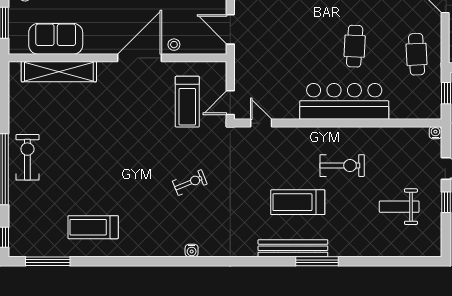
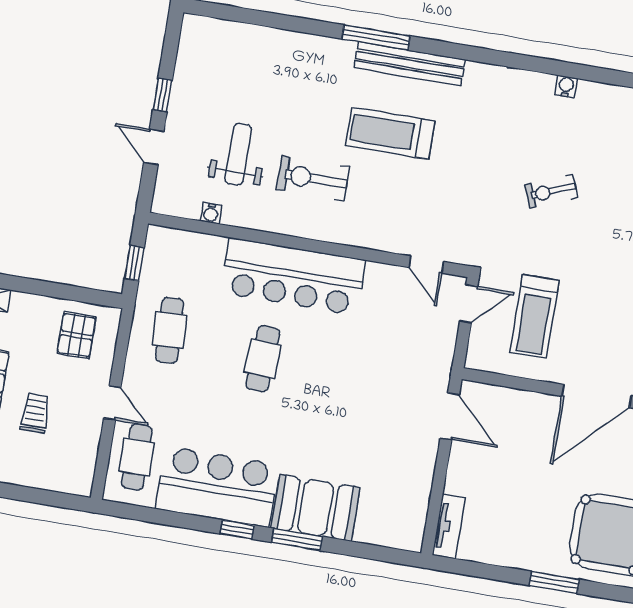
stool: (174, 45) -> (540, 408), removed
treadmill: (187, 102) -> (534, 316), turned 180
water cooler: (435, 133) -> (211, 213), moved
treadmill: (298, 202) -> (390, 133), turned 180
weight bench: (399, 207) -> (238, 154), moved, turned -90

